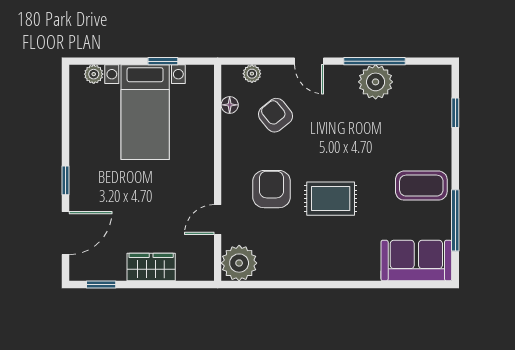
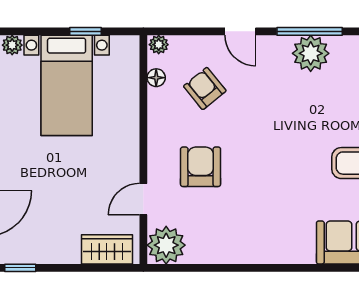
plant: (252, 74) -> (159, 45), moved
rug: (331, 199) -> (263, 177), removed
wardrobe: (151, 267) -> (107, 249), moved

